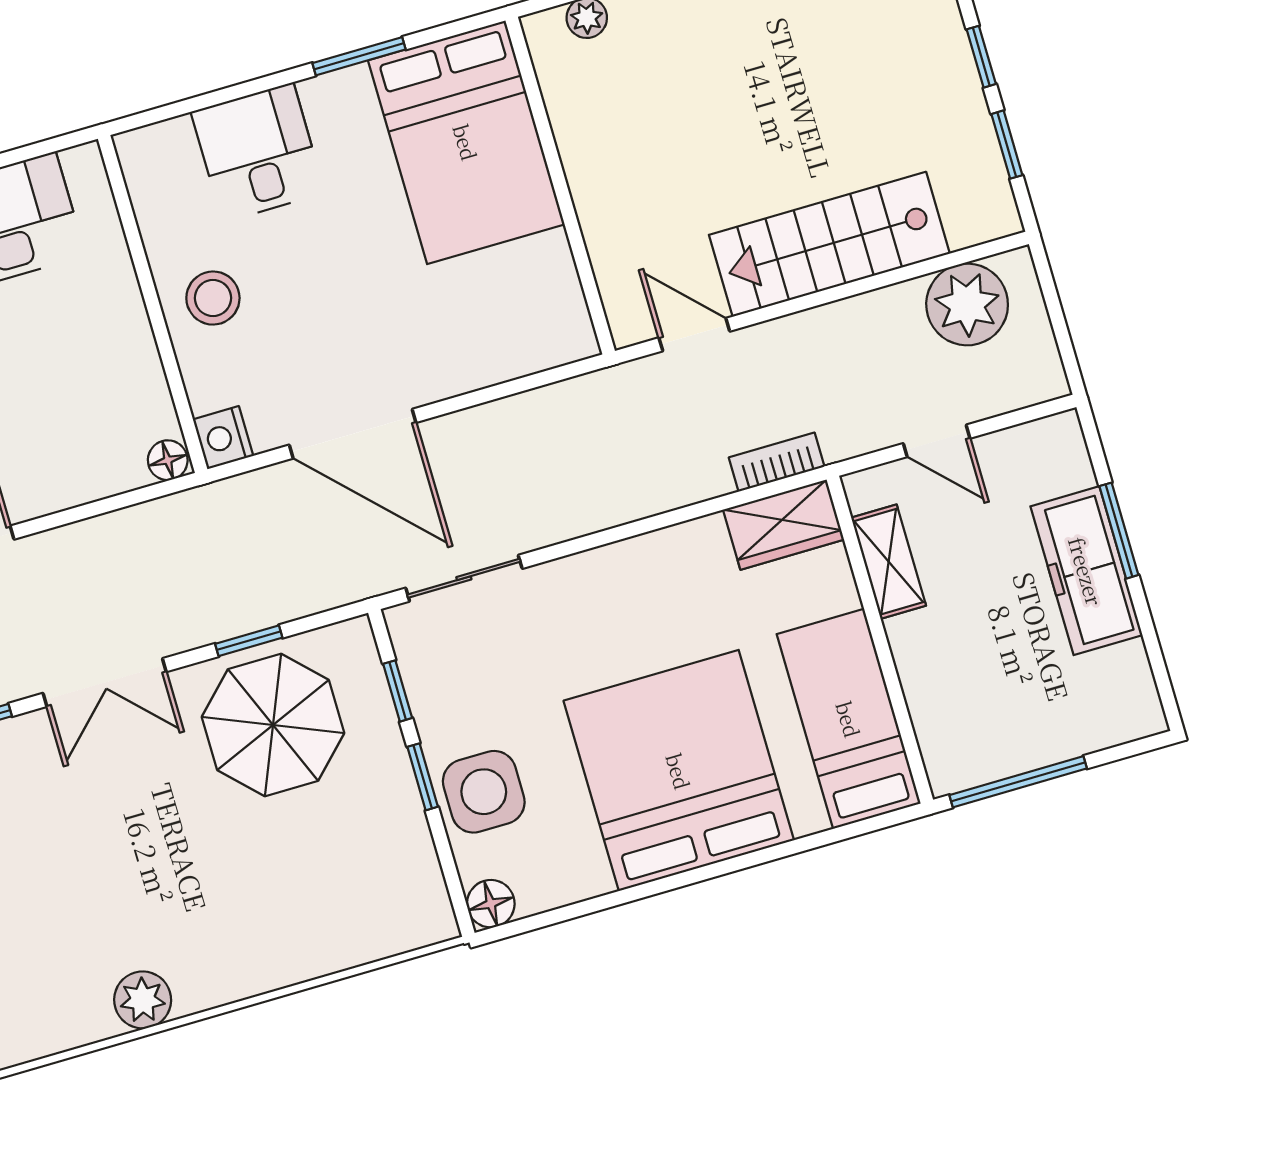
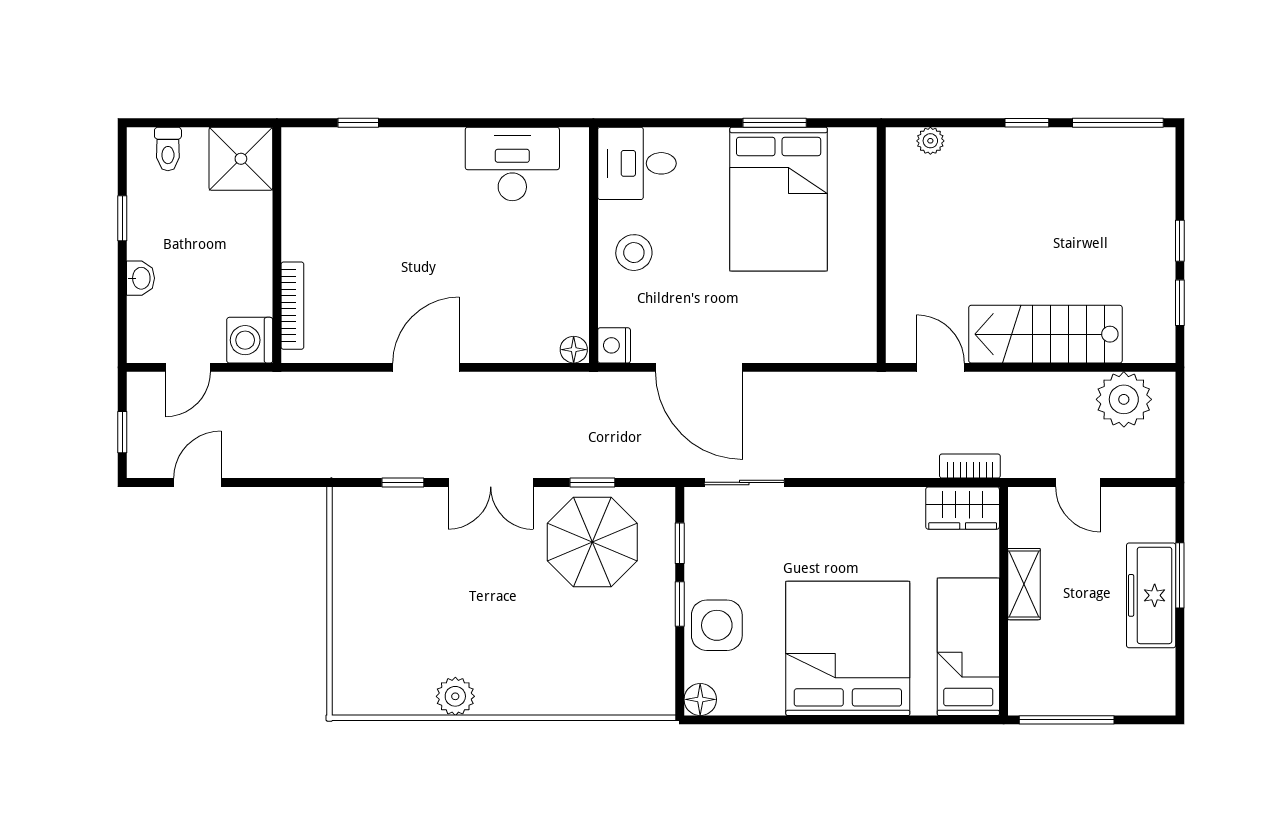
bed: (466, 142) -> (779, 199), moved
desk: (258, 152) -> (637, 163), moved, turned -90
shelving: (889, 562) -> (1024, 584), moved

